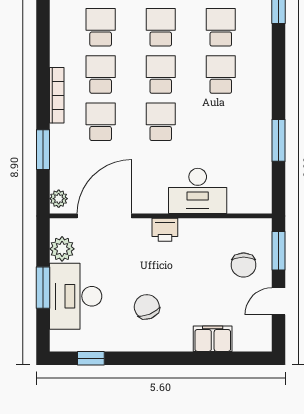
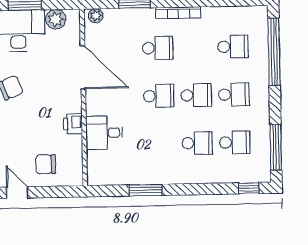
school desk: (101, 75) -> (195, 47), removed
desk: (198, 191) -> (104, 133), width x0.73
door: (104, 216) -> (83, 67), moved
printer: (165, 230) -> (73, 124), moved
window: (278, 251) -> (58, 192), removed

